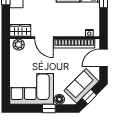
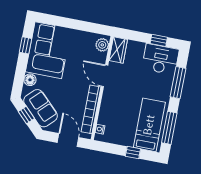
door: (44, 38) -> (105, 76), hinge flipped
window: (49, 109) -> (26, 45), moved

